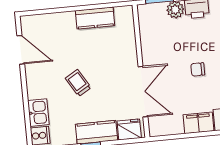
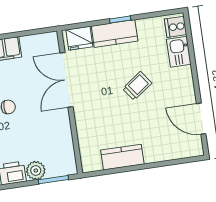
trolley: (78, 83) -> (137, 86), turned -95

